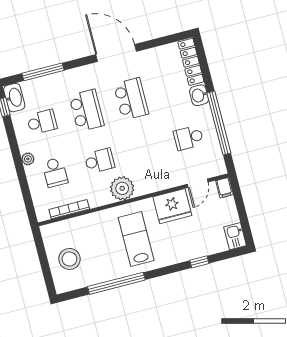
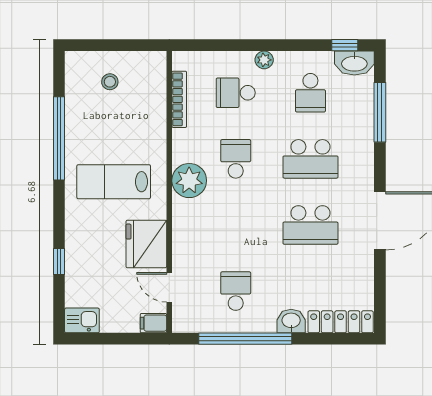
school desk: (99, 161) -> (236, 159), turned 180
lab bench: (136, 239) -> (114, 182), turned 180
stool: (69, 259) -> (110, 82), width x0.53, depth x0.53

